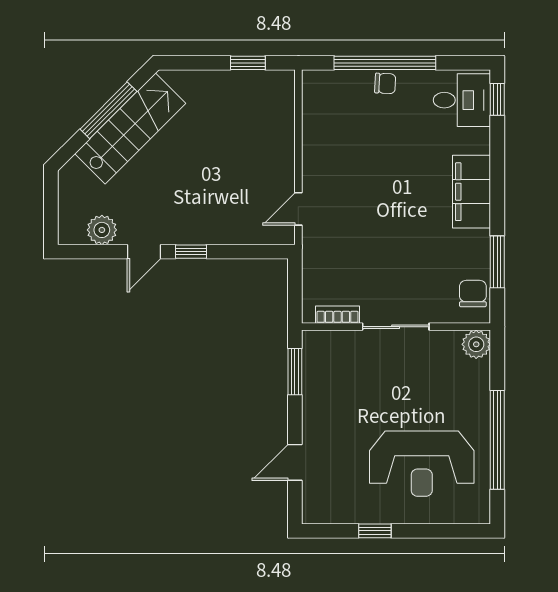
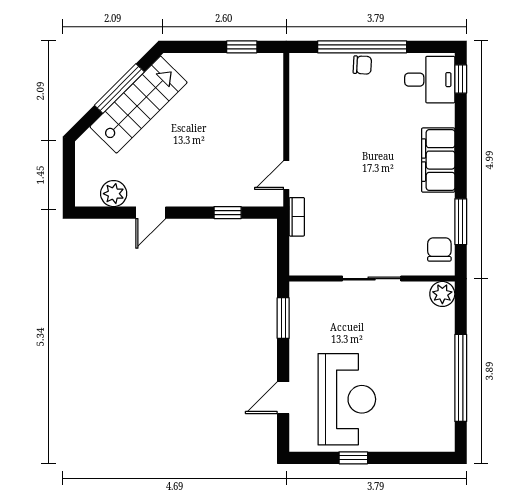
window: (191, 252) -> (228, 213), moved
bookcase: (338, 315) -> (297, 217), moved, turned 90
reception desk: (422, 464) -> (347, 399), moved, turned -90

